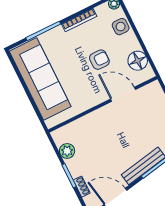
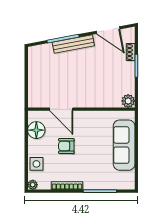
sofa: (40, 79) -> (124, 145), width x0.74, depth x0.79
plant: (67, 151) -> (128, 101), moved

